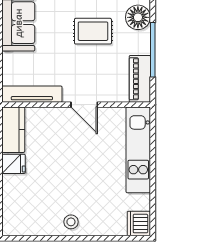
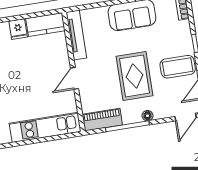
floor lamp: (138, 17) -> (147, 116), width x0.53, depth x0.53
rug: (93, 31) -> (135, 76), width x1.36, depth x1.43

